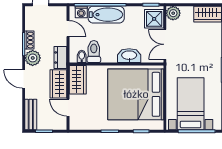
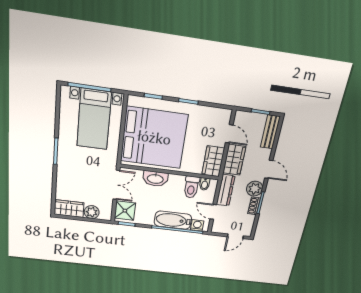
plant: (173, 13) -> (92, 212), moved
dresser: (60, 57) -> (226, 190), width x1.44

